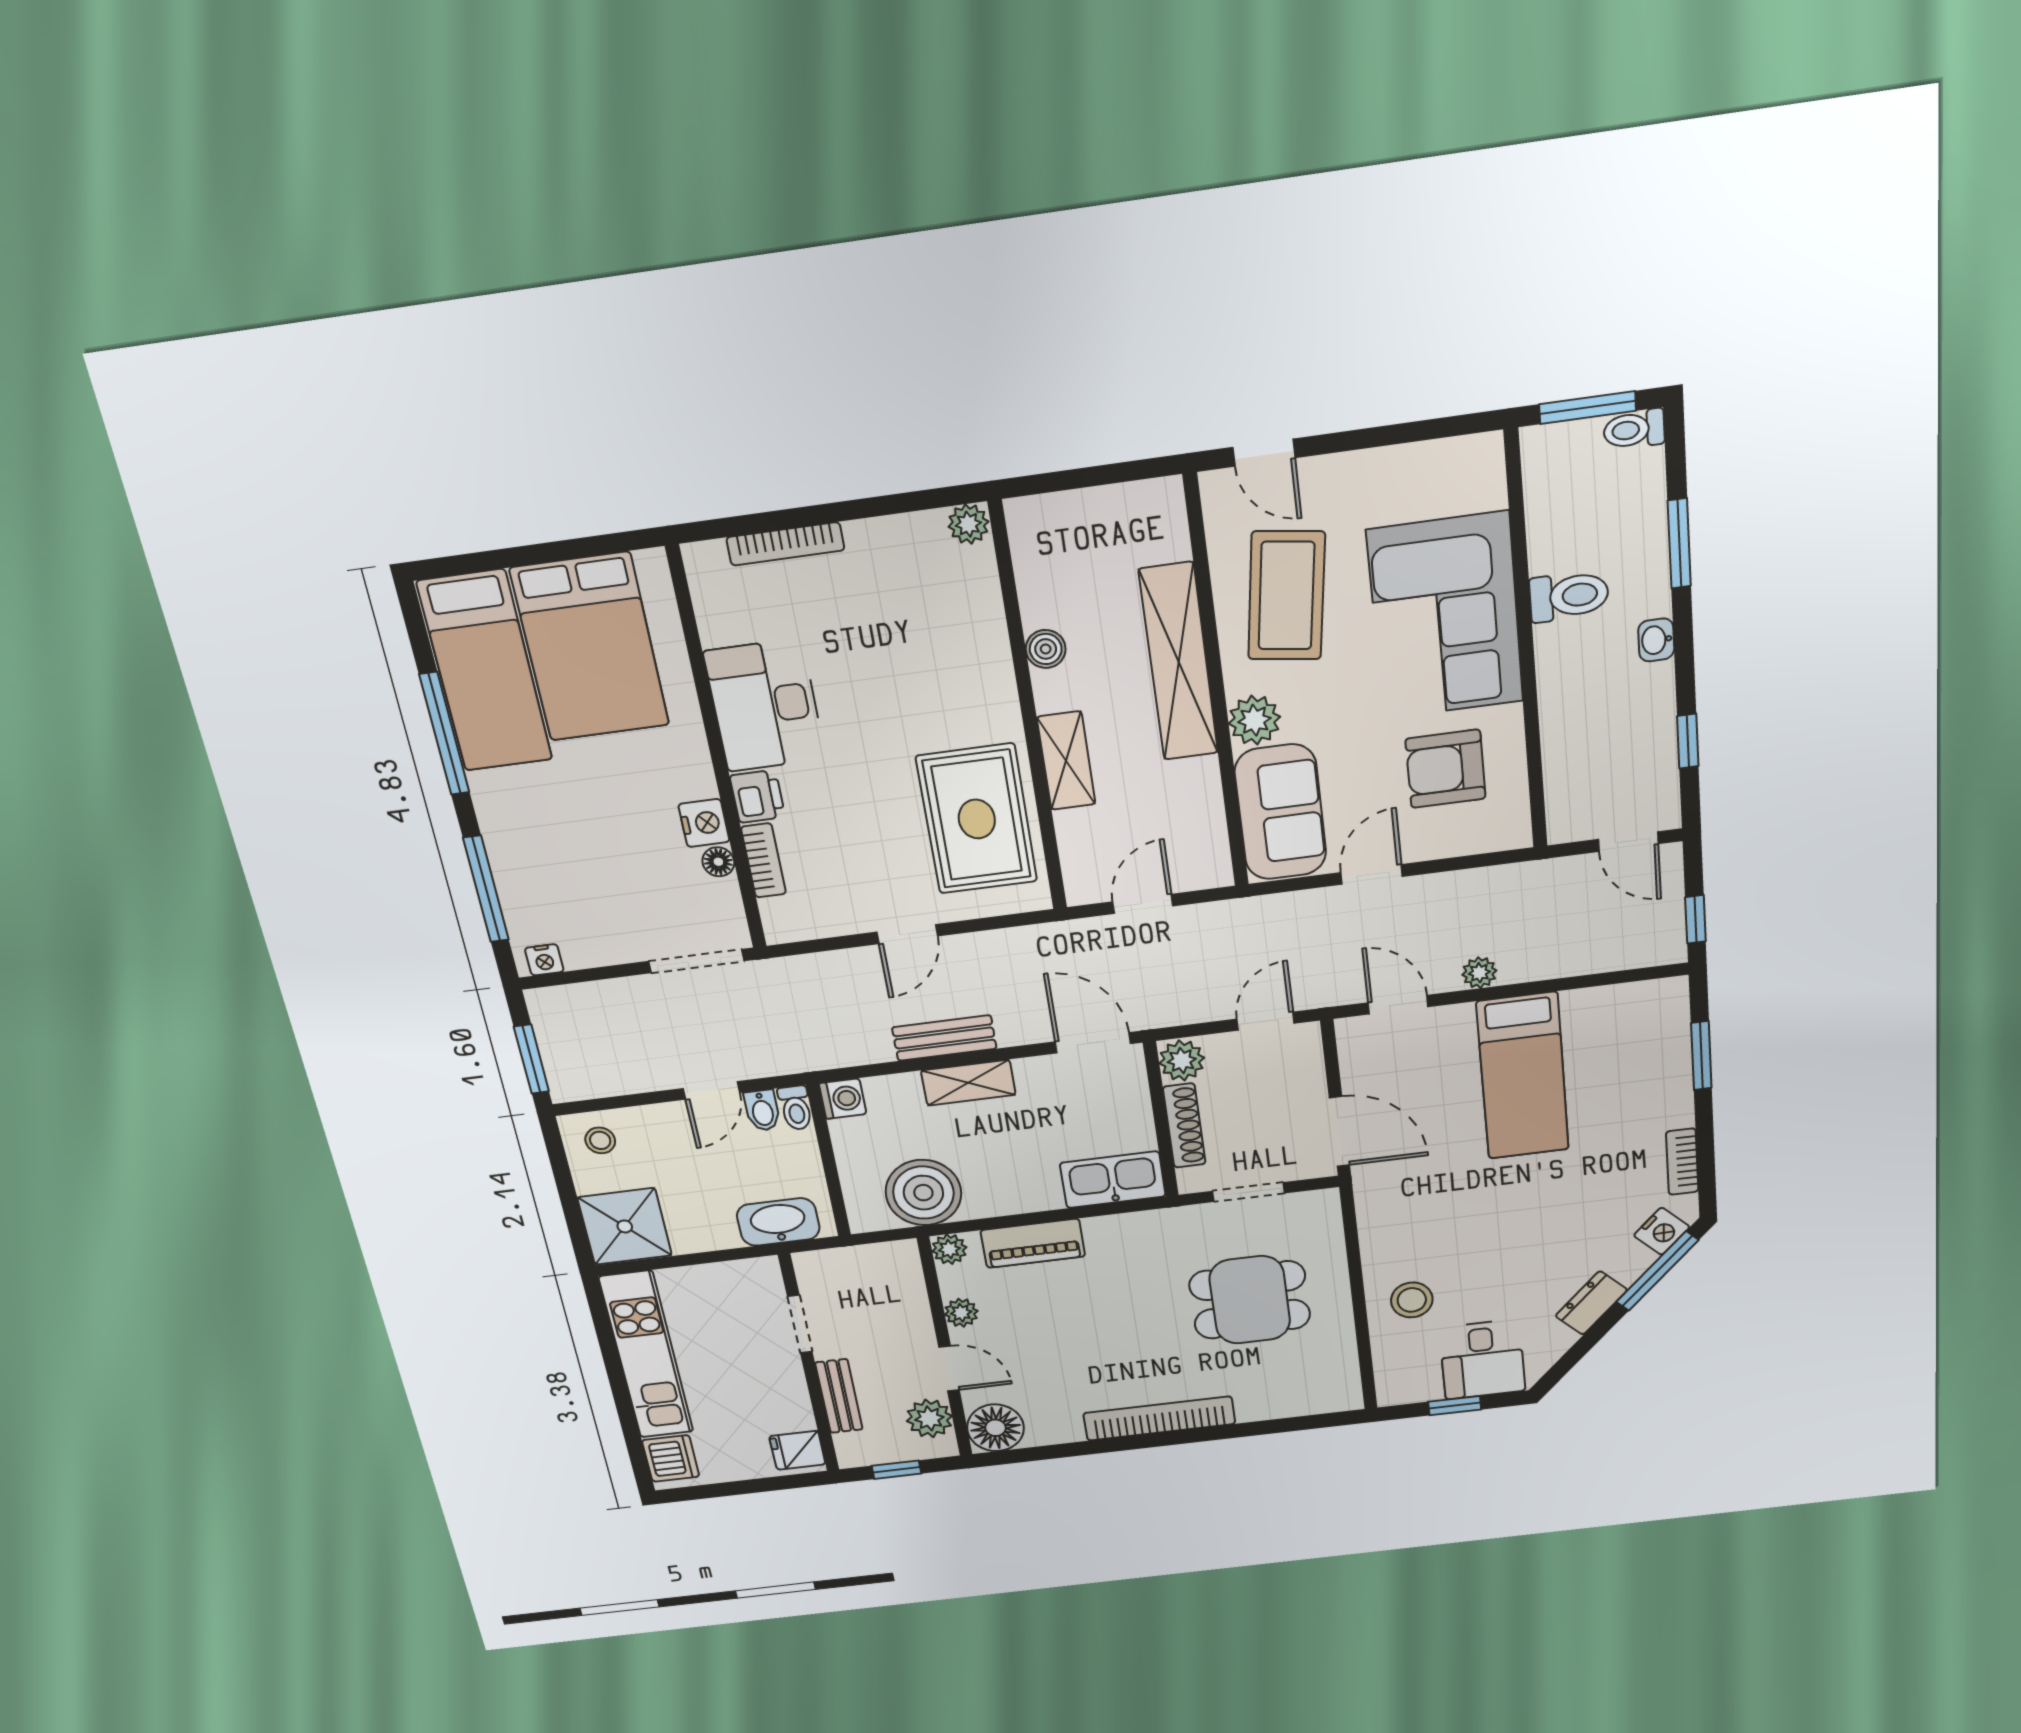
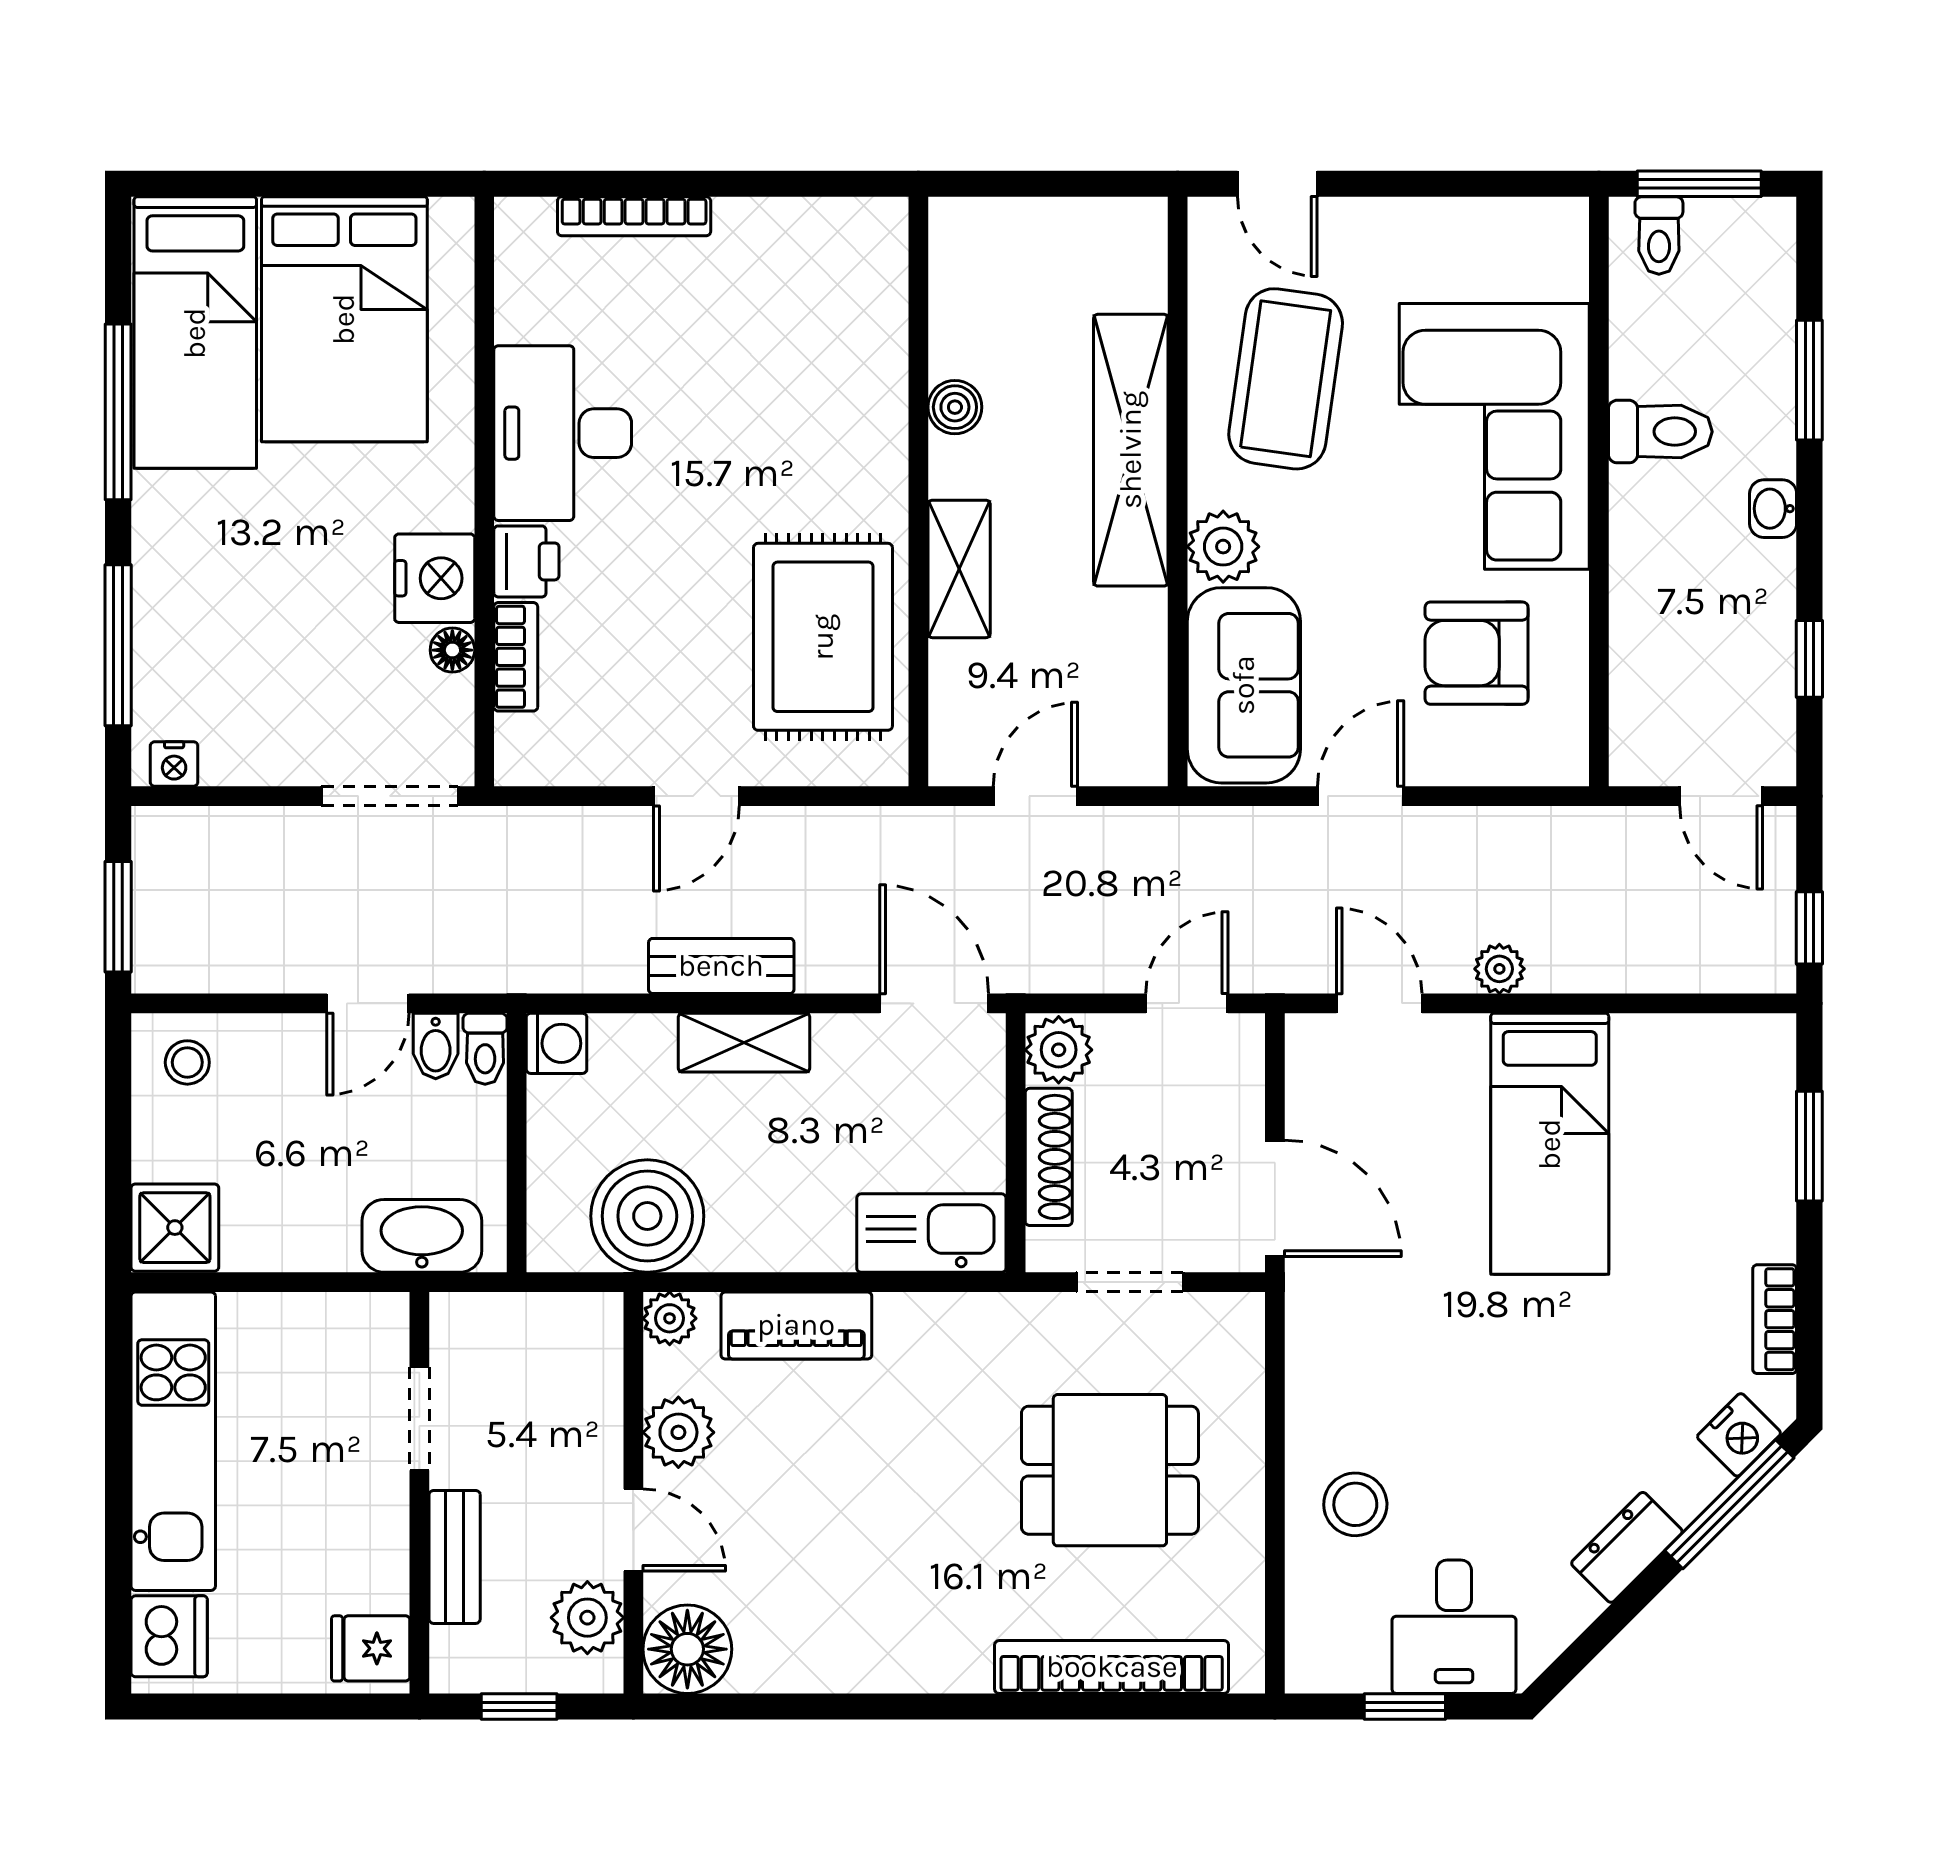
toilet: (1634, 429) -> (1659, 235), moved, turned -90
plant: (968, 524) -> (879, 224), removed
nightstand: (704, 823) -> (435, 578), width x1.36, depth x1.33
shower: (625, 1226) -> (175, 1228), width x0.73, depth x0.73
plant: (961, 1313) -> (678, 1432), width x1.38, depth x1.38
bookcase: (1159, 1418) -> (1112, 1667), moved

